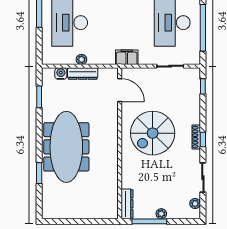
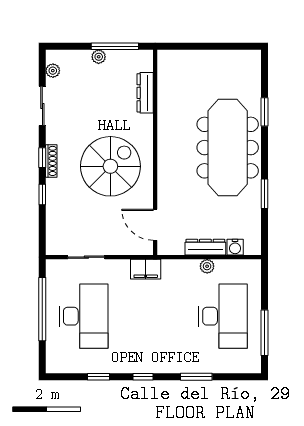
window: (203, 86) -> (42, 195), moved
window: (39, 97) -> (265, 194), moved
dresser: (127, 204) -> (145, 93), moved

